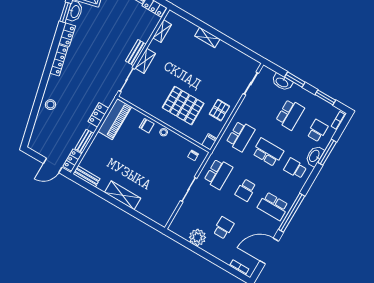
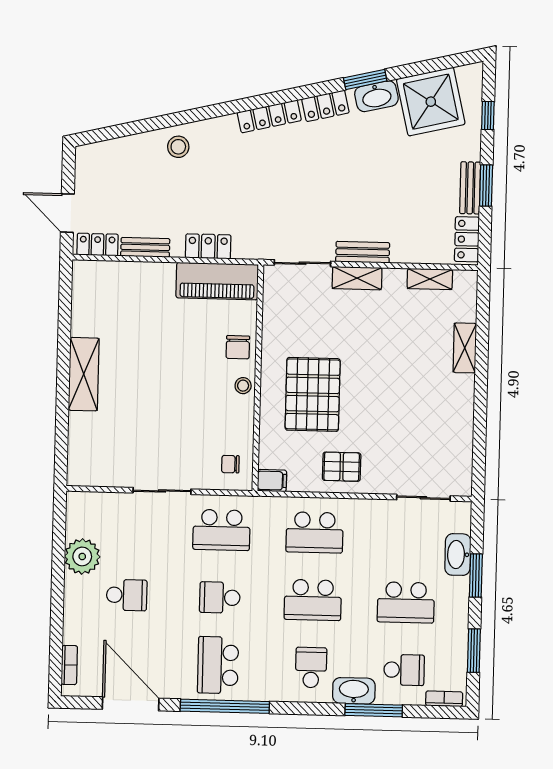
shelving: (207, 37) -> (465, 348), moved
school desk: (268, 152) -> (313, 600), turned 90
bench: (86, 176) -> (82, 287), removed

